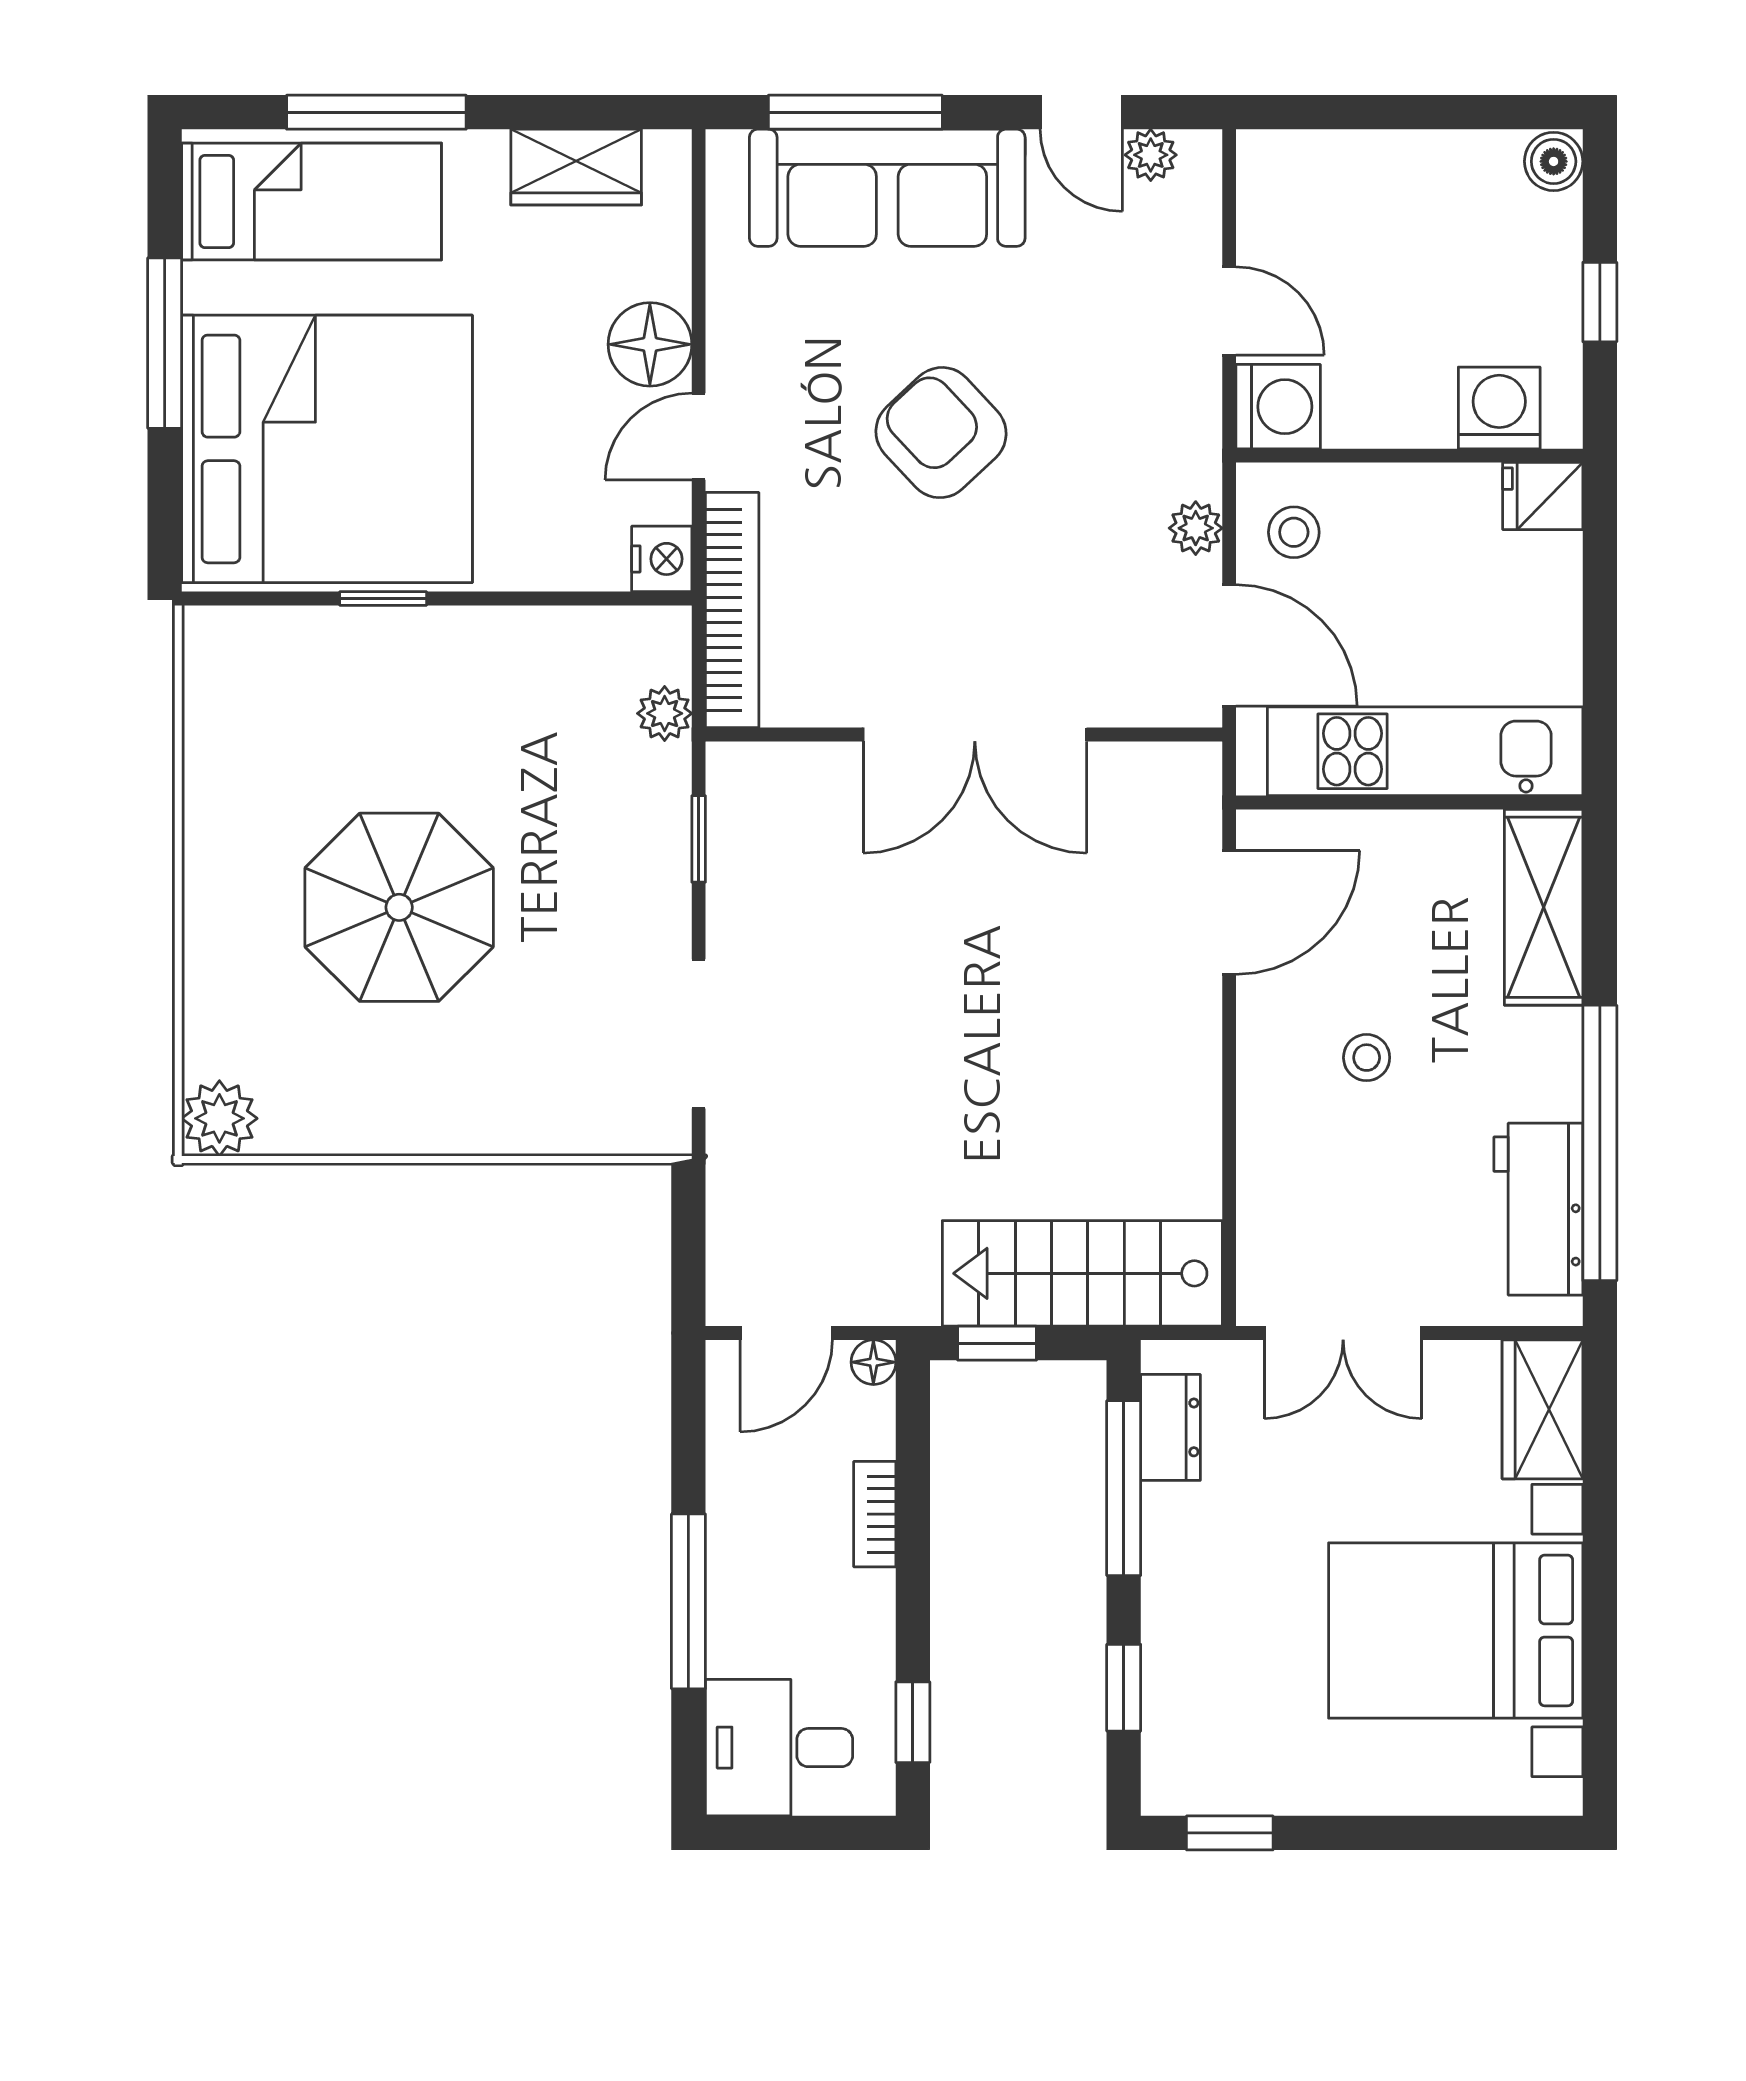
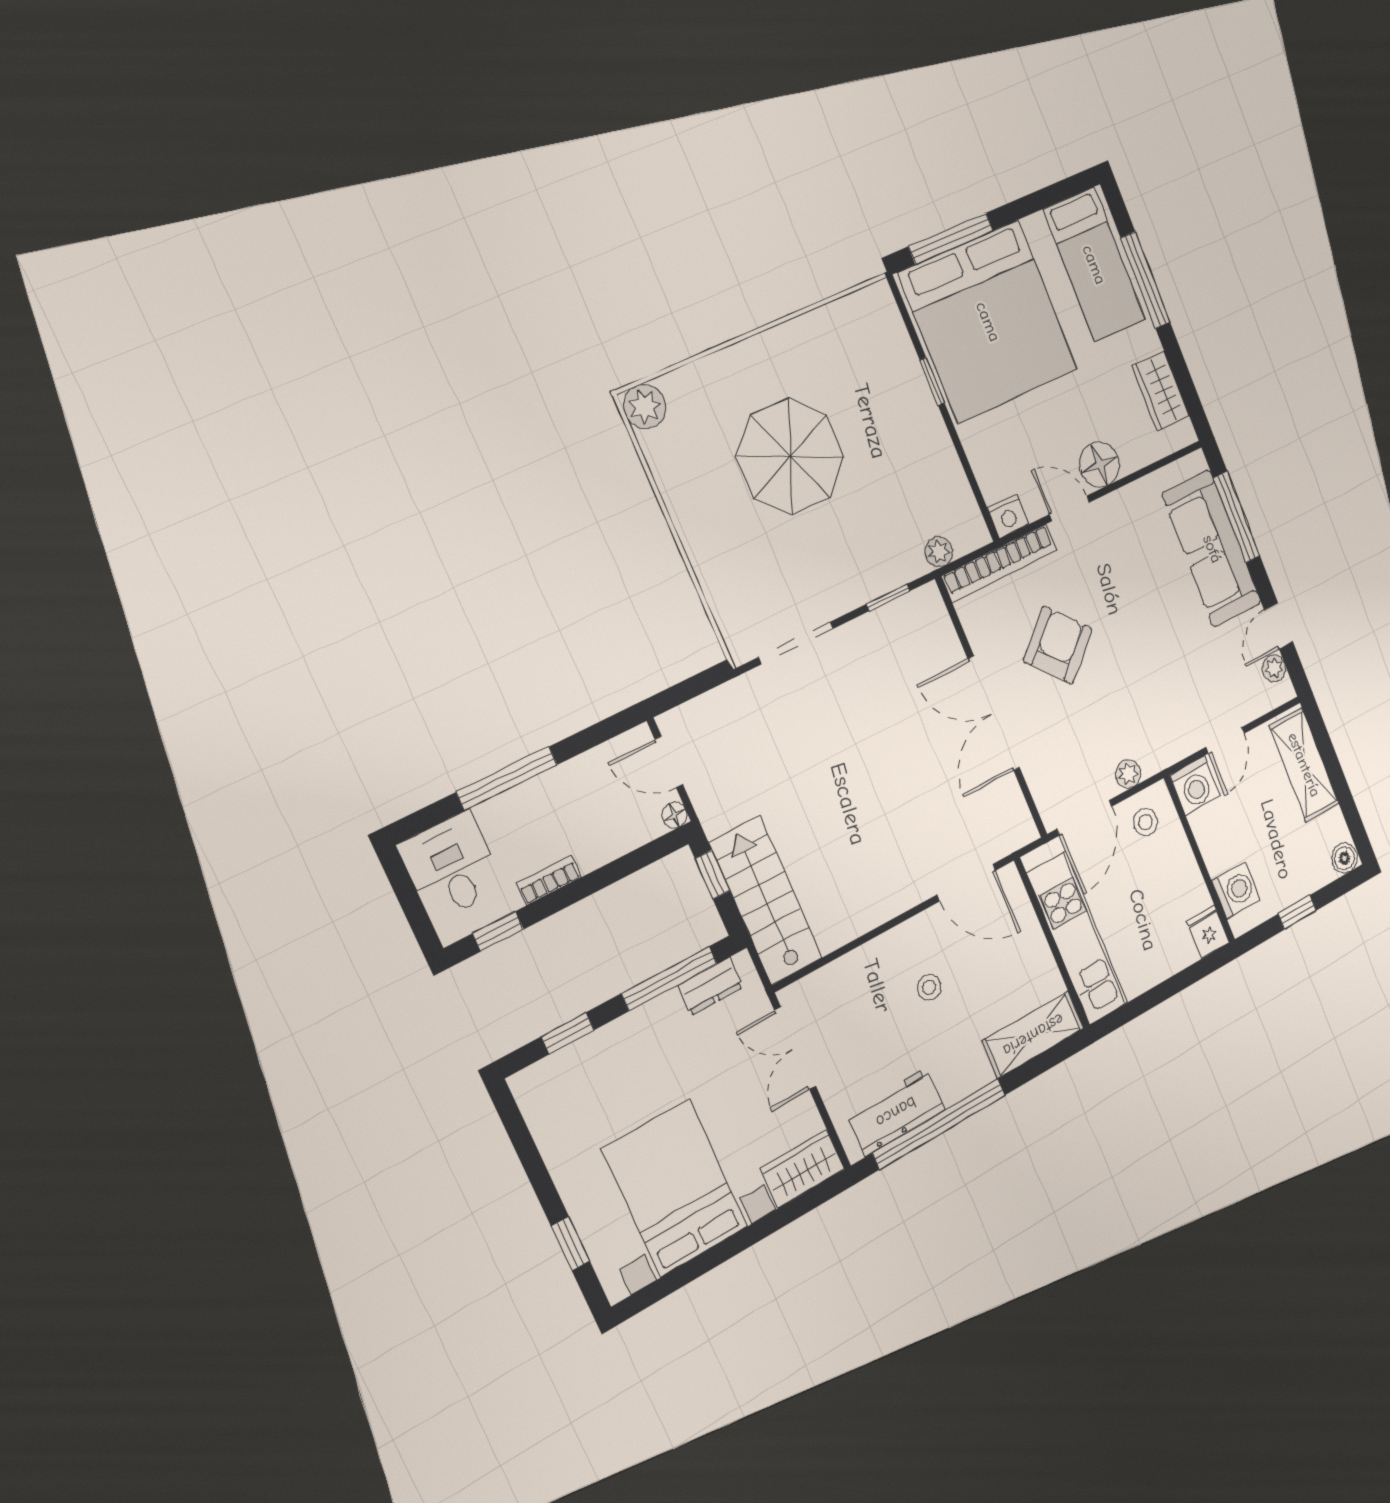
shelving: (1348, 170) -> (1304, 765), added
window: (165, 343) -> (951, 239), moved
armchair: (941, 433) -> (1058, 645), moved
bookcase: (875, 1514) -> (549, 880), moved
window: (1230, 1833) -> (570, 1244), moved

